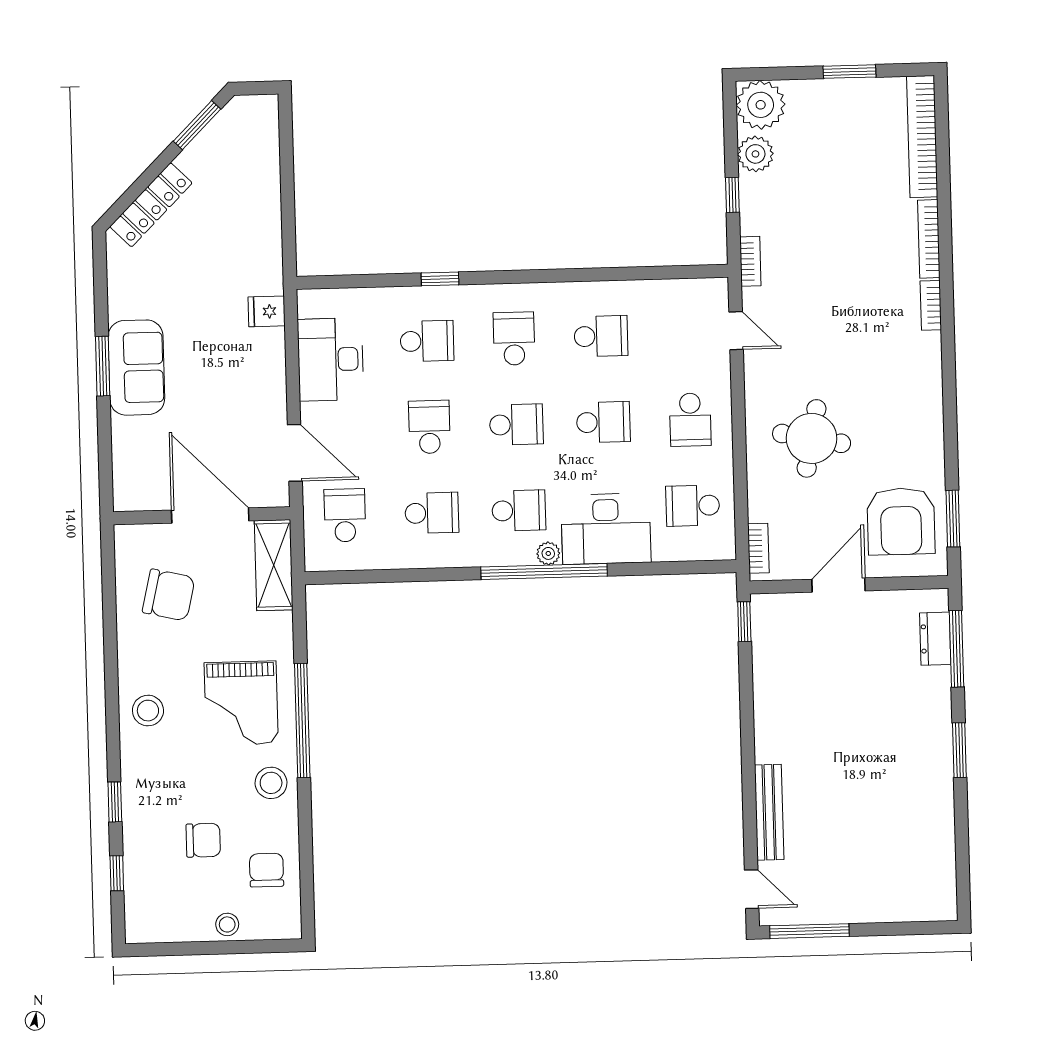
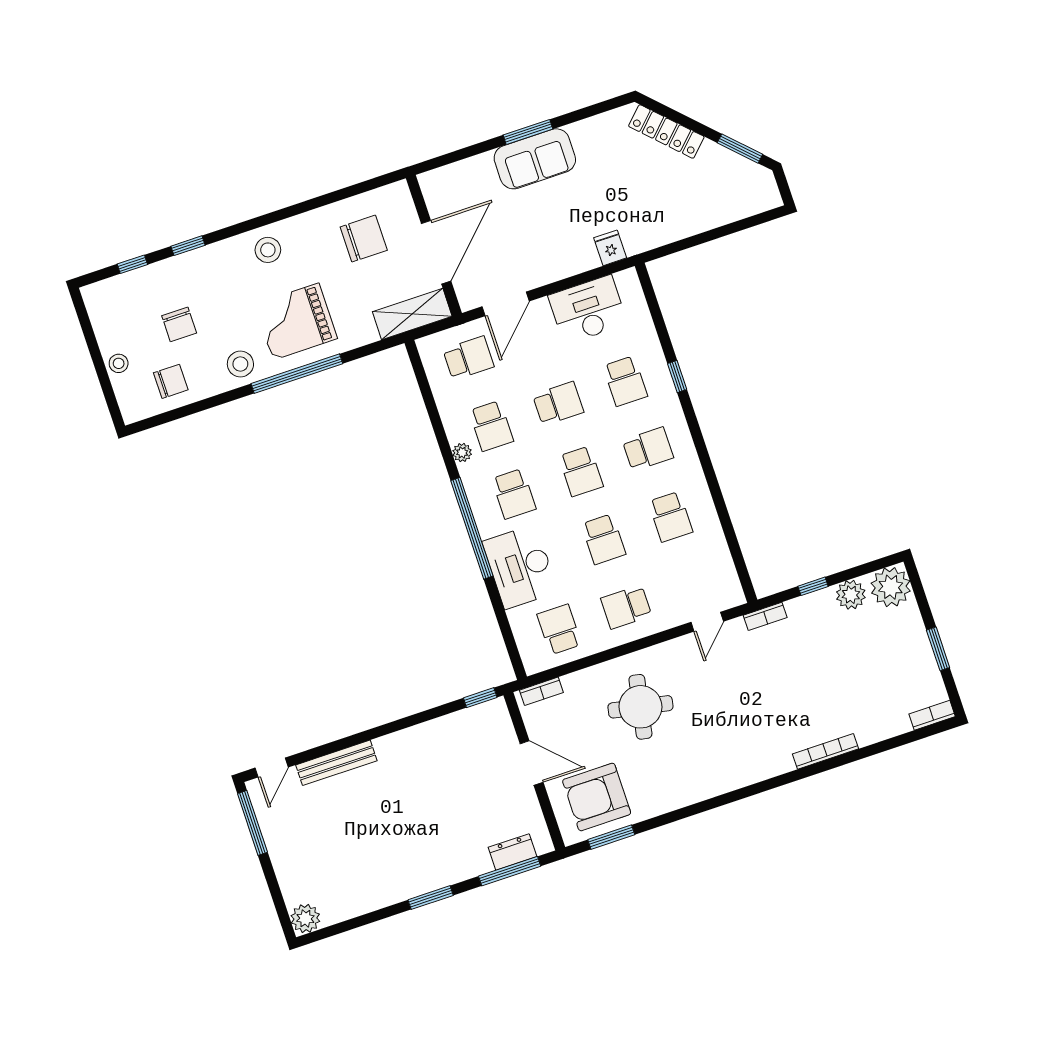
bookcase: (922, 137) -> (932, 715), width x0.43, depth x0.76
bookcase: (931, 305) -> (774, 769), removed
plant: (548, 553) -> (462, 453), moved
chair: (169, 595) -> (364, 239), turned -103
plant: (939, 903) -> (305, 918), added

